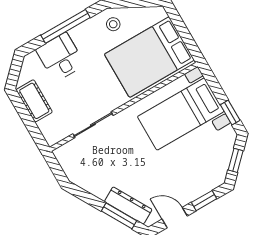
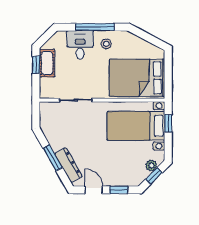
stool: (113, 24) -> (106, 44), moved
window: (22, 110) -> (36, 65), added
window: (230, 112) -> (168, 123), moved
plant: (225, 150) -> (151, 165), added
window: (119, 216) -> (53, 158), moved

